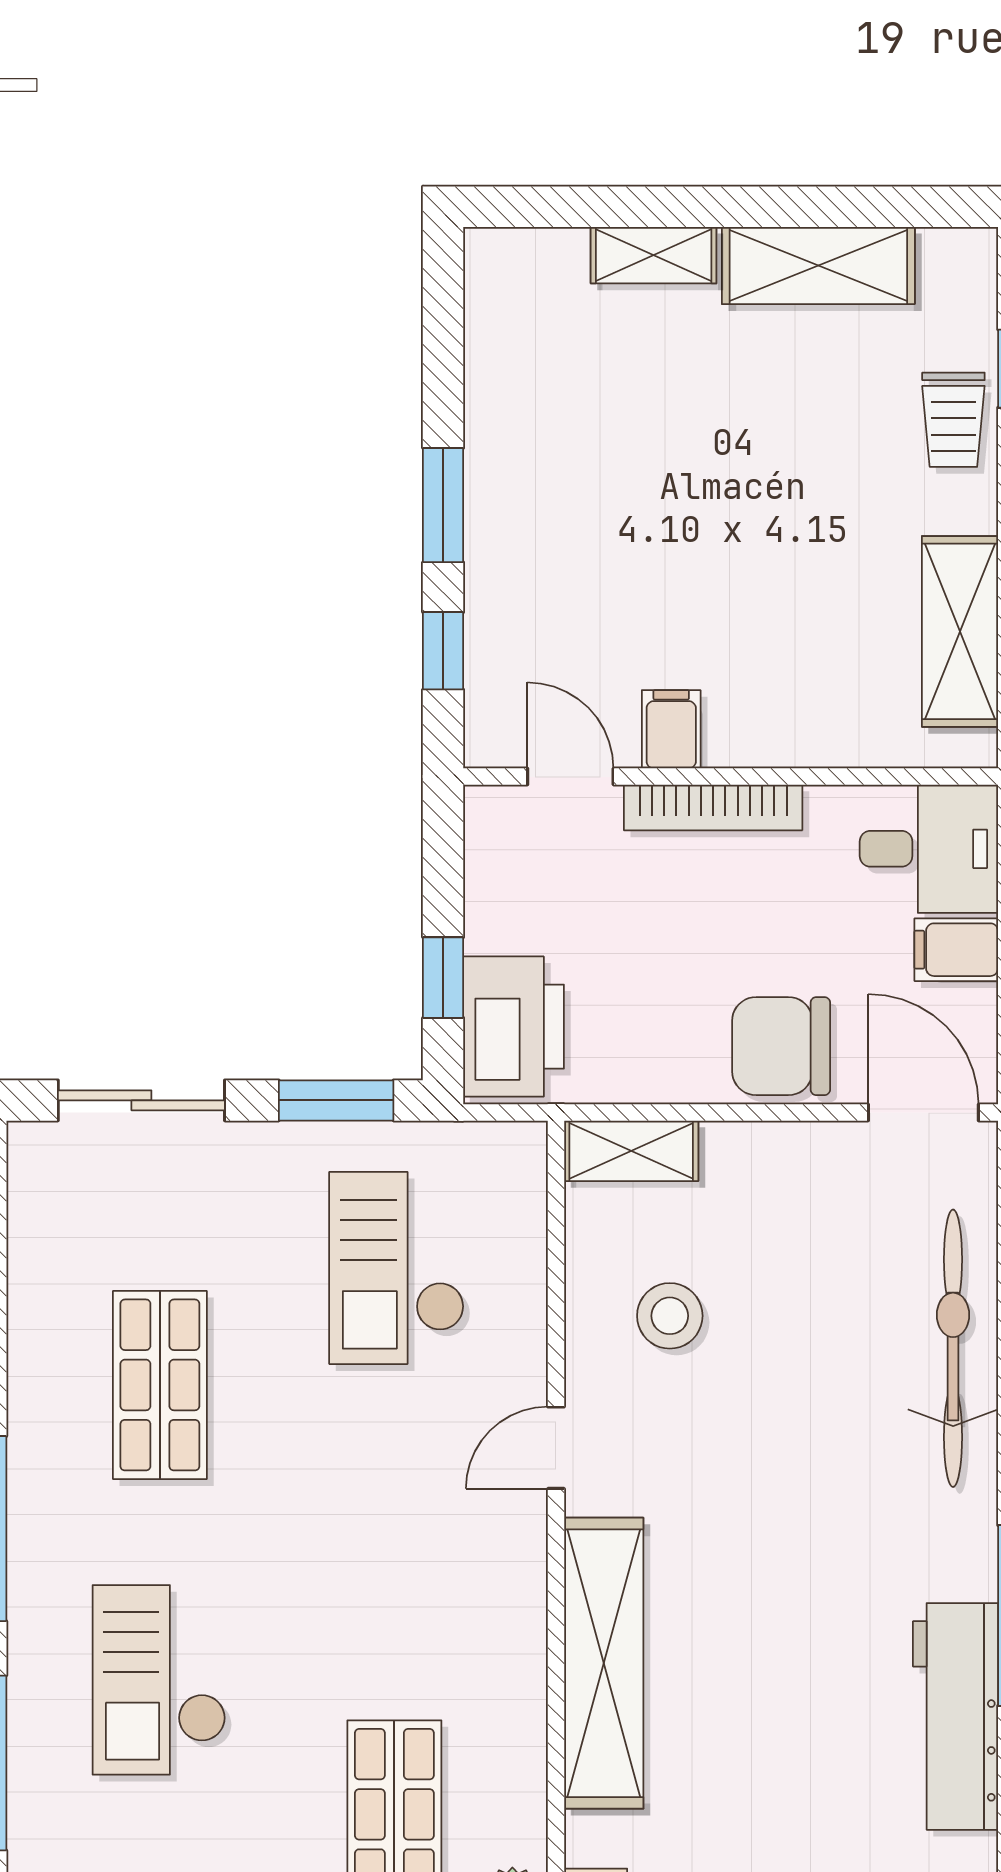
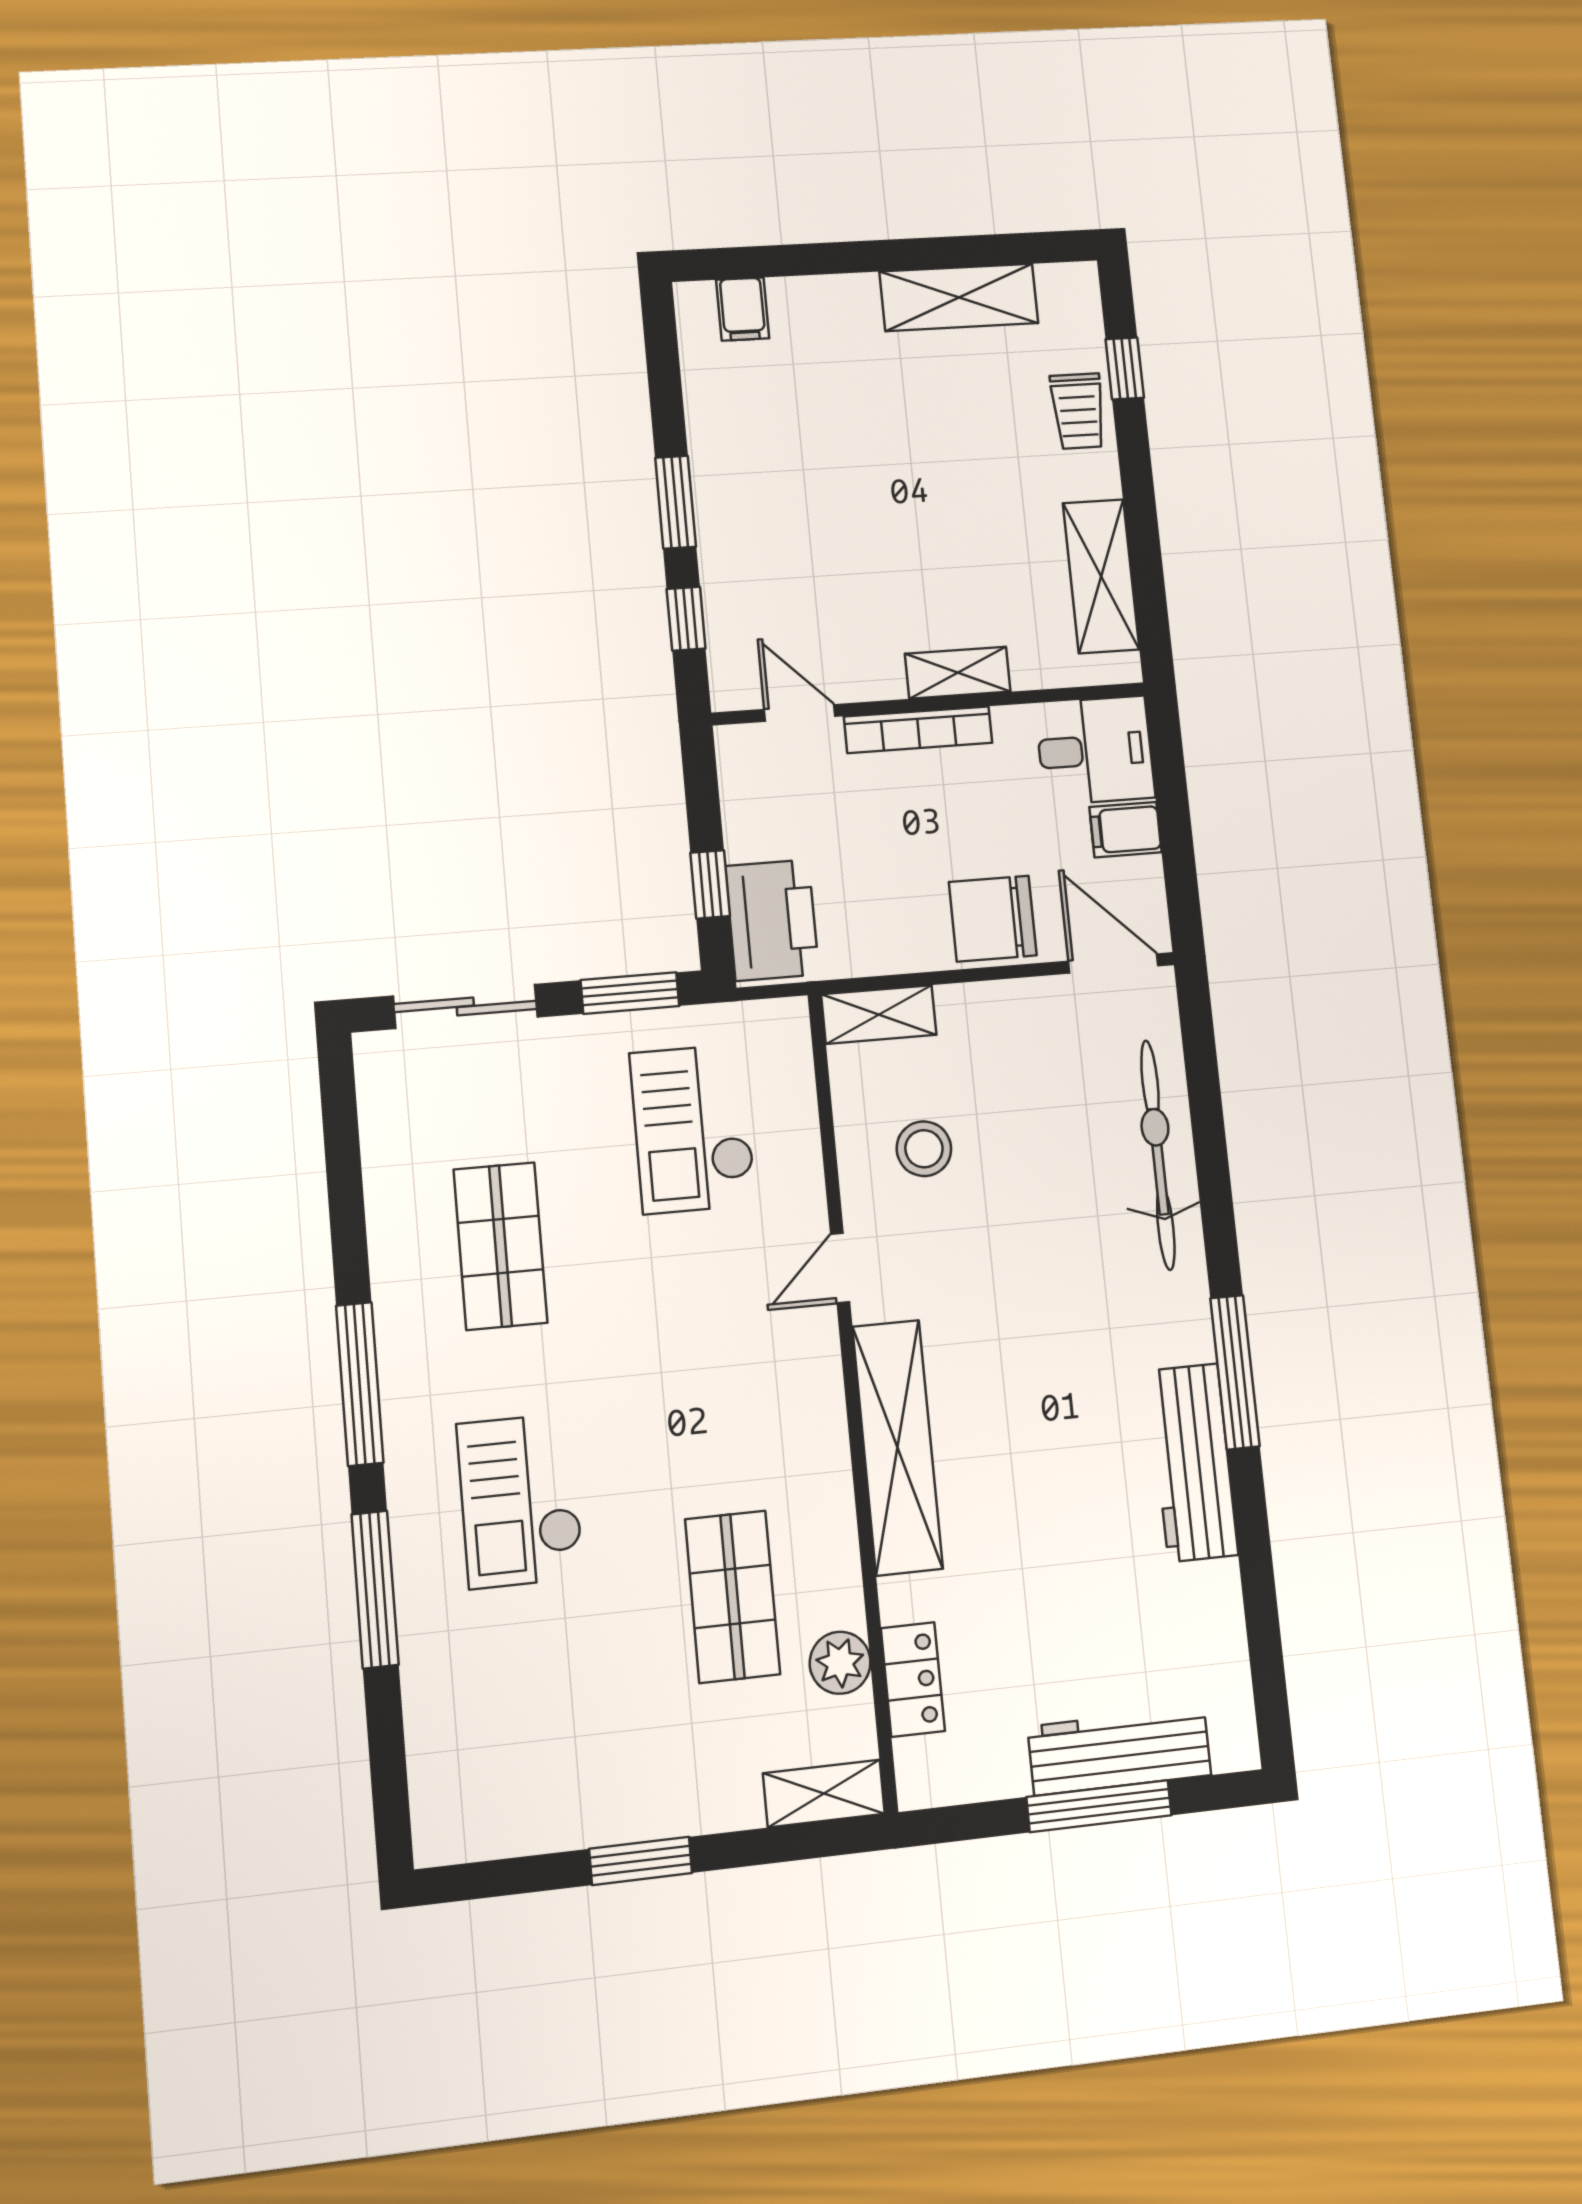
shelving: (654, 255) -> (958, 673), moved
filing cabinet: (671, 729) -> (743, 309), moved, turned 180

